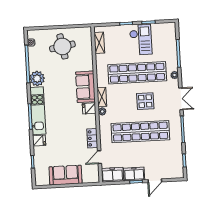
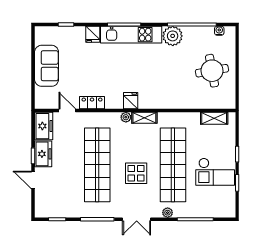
sofa: (85, 87) -> (159, 97), removed

